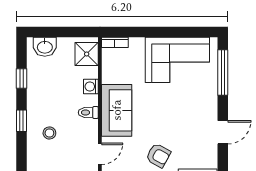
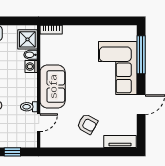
corner sofa: (177, 60) -> (118, 68), moved, turned 90
bidet: (90, 72) -> (30, 55), added
toilet: (88, 113) -> (29, 107), moved

